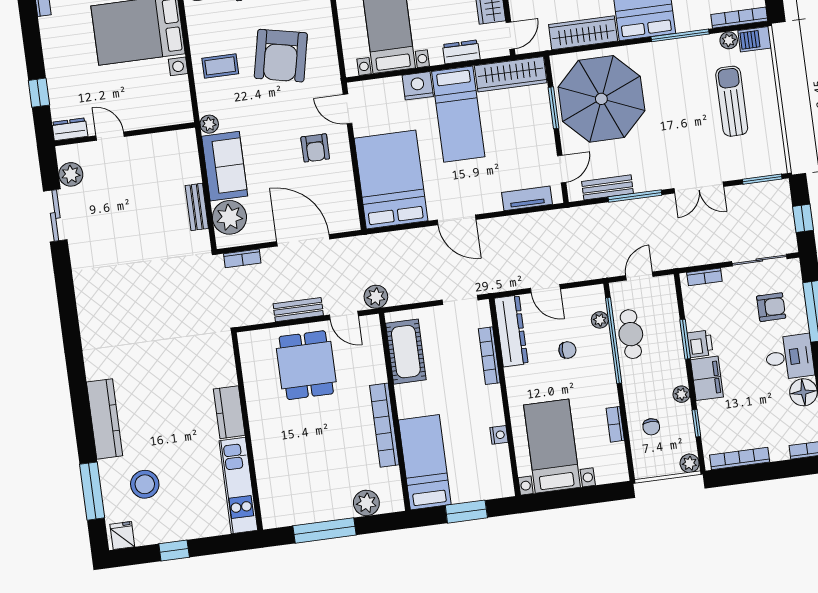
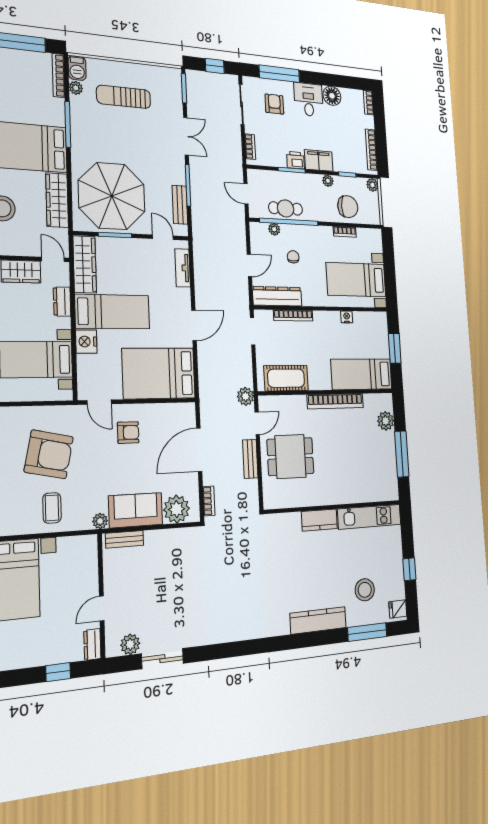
door: (348, 109) -> (99, 402), hinge flipped
bench: (197, 207) -> (124, 539), moved
chair: (651, 427) -> (348, 207), width x1.87, depth x1.87

